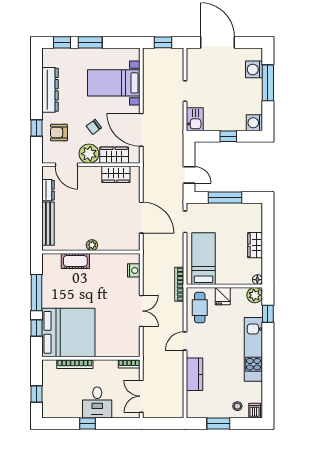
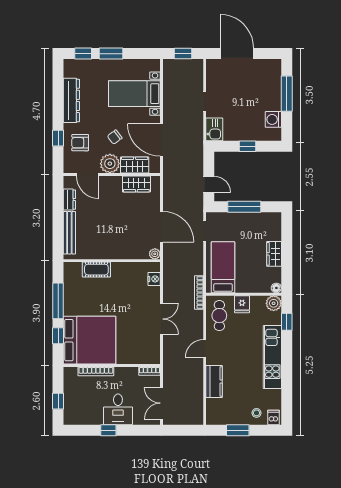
washing machine: (254, 69) -> (273, 80), removed
washing machine: (254, 123) -> (273, 119), moved
plant: (92, 245) -> (155, 254), moved

